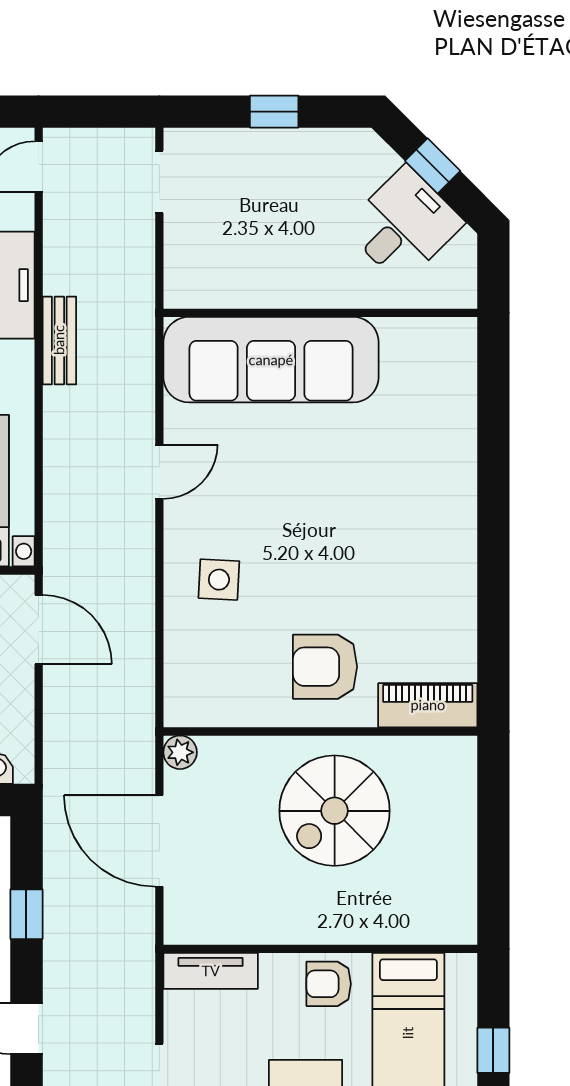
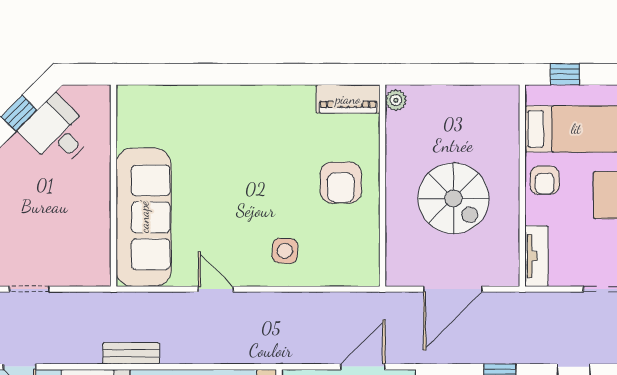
door: (39, 630) -> (363, 367), moved
piano: (428, 705) -> (348, 99), moved, turned -90
plant: (180, 752) -> (396, 100), moved
spiral stairs: (335, 811) -> (453, 198), moved
window: (493, 1050) -> (565, 74), moved

